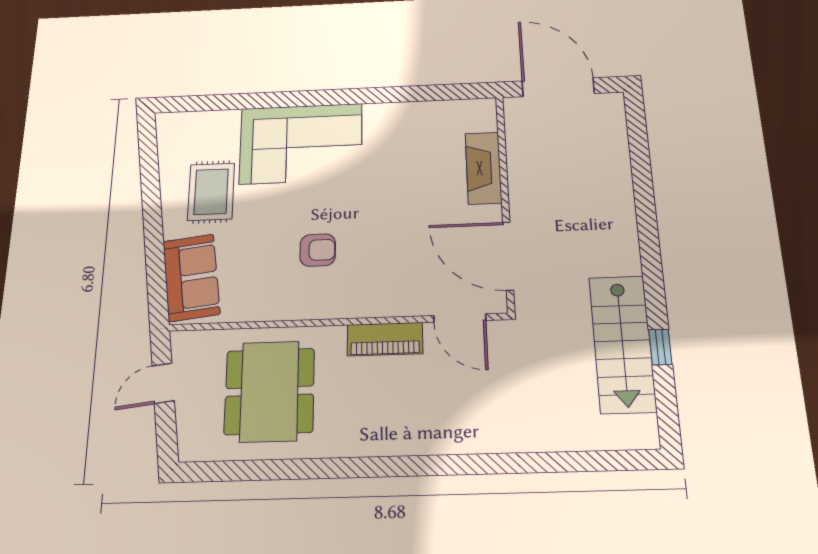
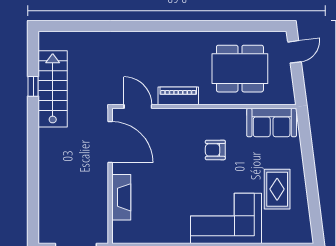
sofa: (191, 278) -> (272, 123), moved, turned -83
door: (163, 383) -> (294, 52), moved
dining table: (269, 391) -> (240, 69), turned 90

